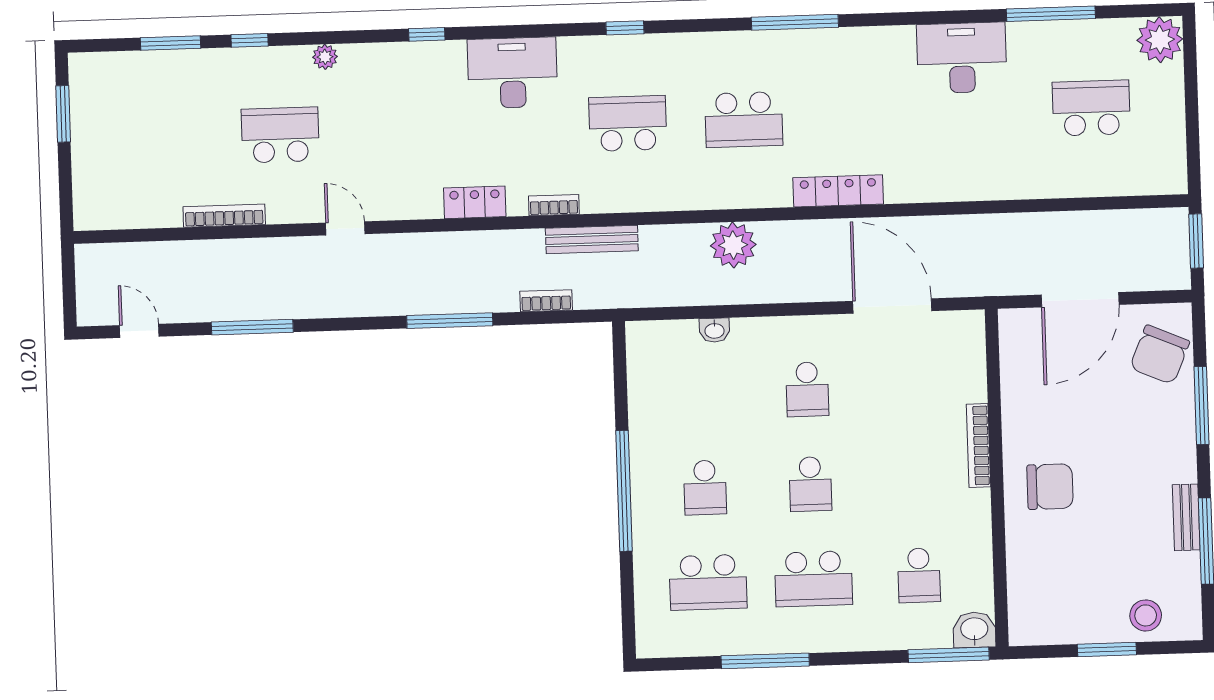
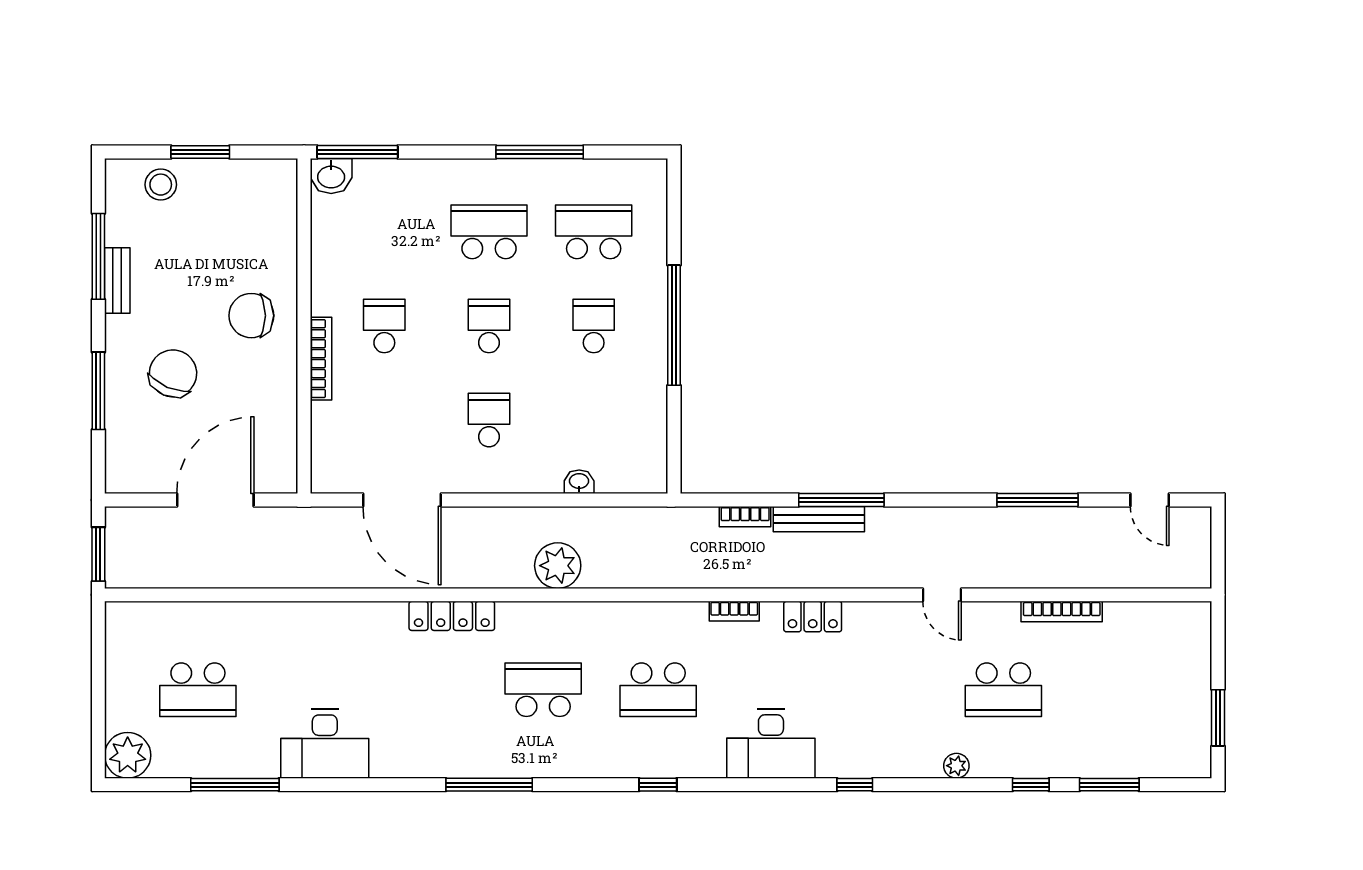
bench: (592, 239) -> (819, 519), moved
chair: (1160, 355) -> (173, 373), moved
school desk: (919, 575) -> (384, 326), moved

